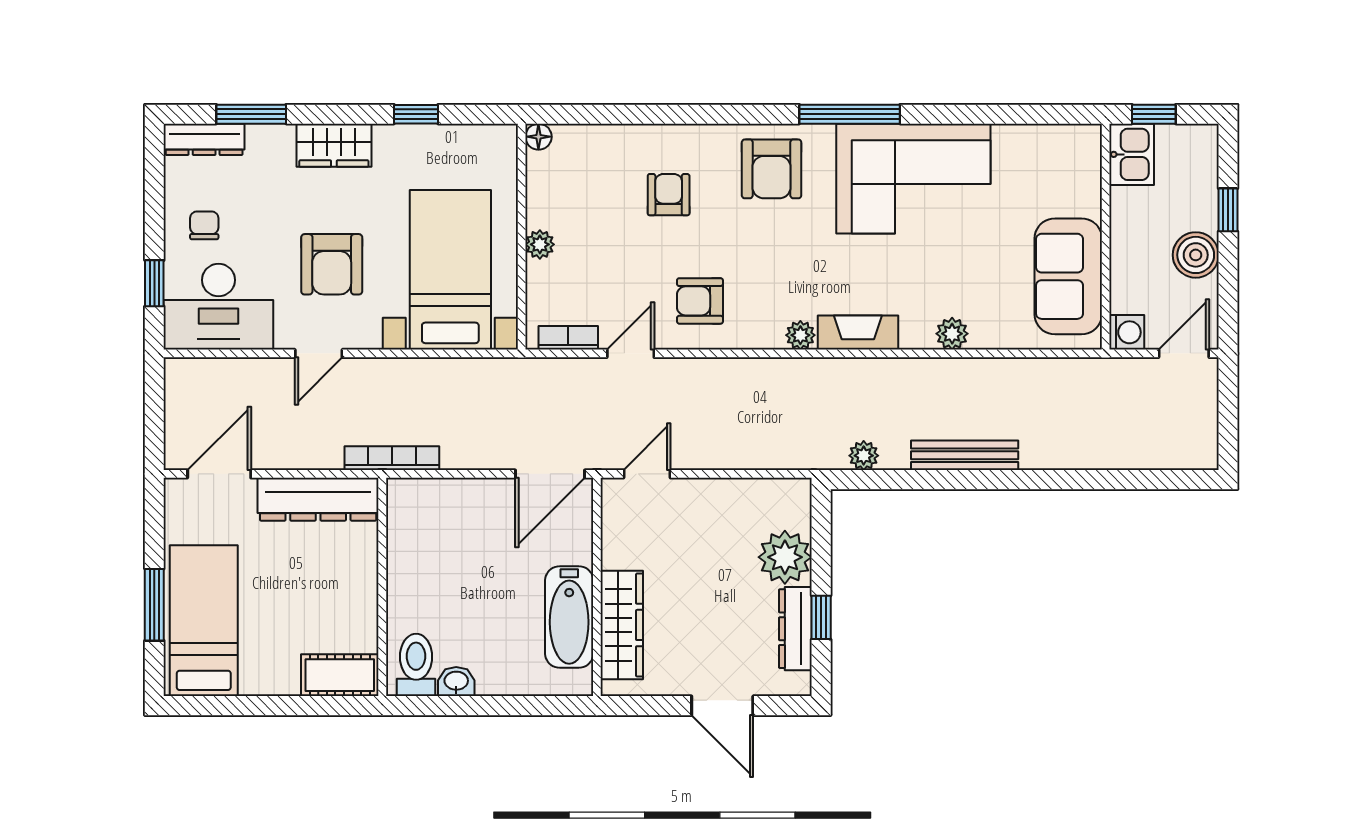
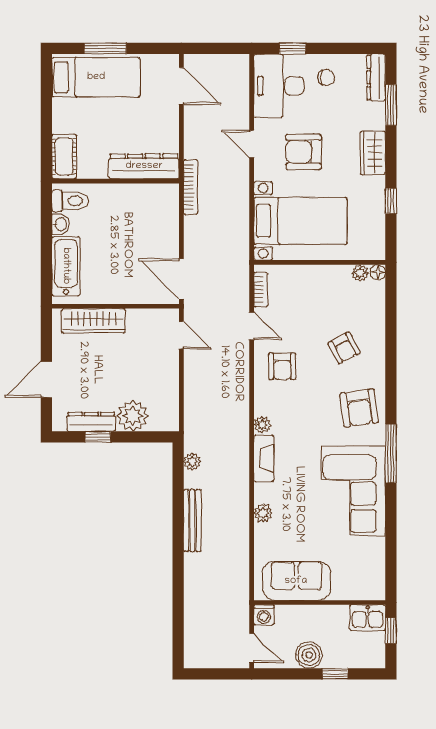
armchair: (772, 169) -> (359, 408), turned -98
armchair: (669, 195) -> (344, 348), turned 62
plant: (540, 244) -> (360, 273), moved
armchair: (700, 301) -> (282, 366), turned 180
dresser: (318, 499) -> (144, 166), moved, turned 90
bathtub: (569, 617) -> (66, 266), moved, turned 90

